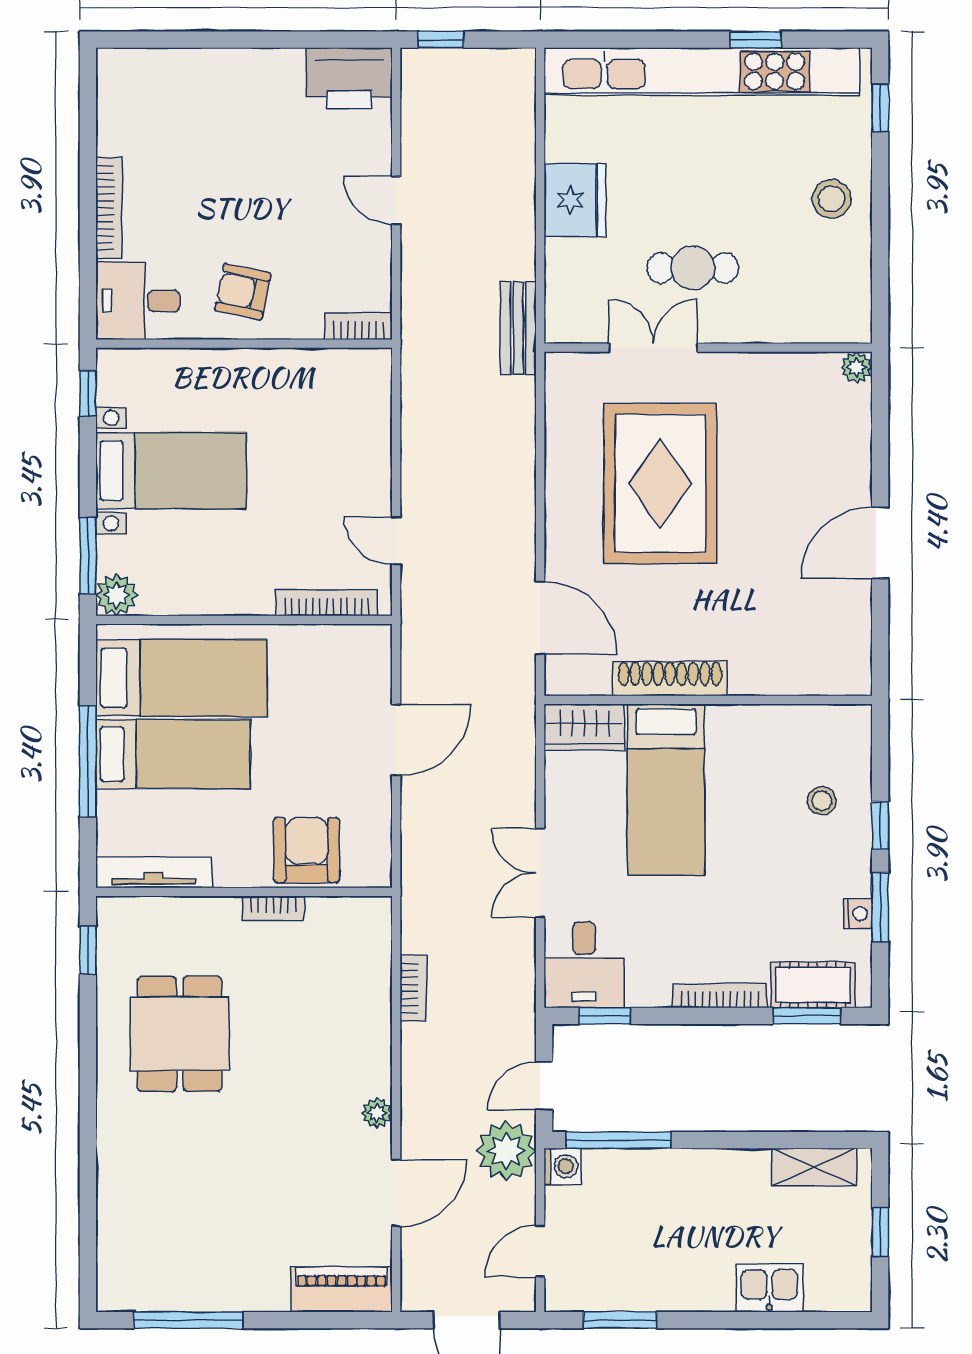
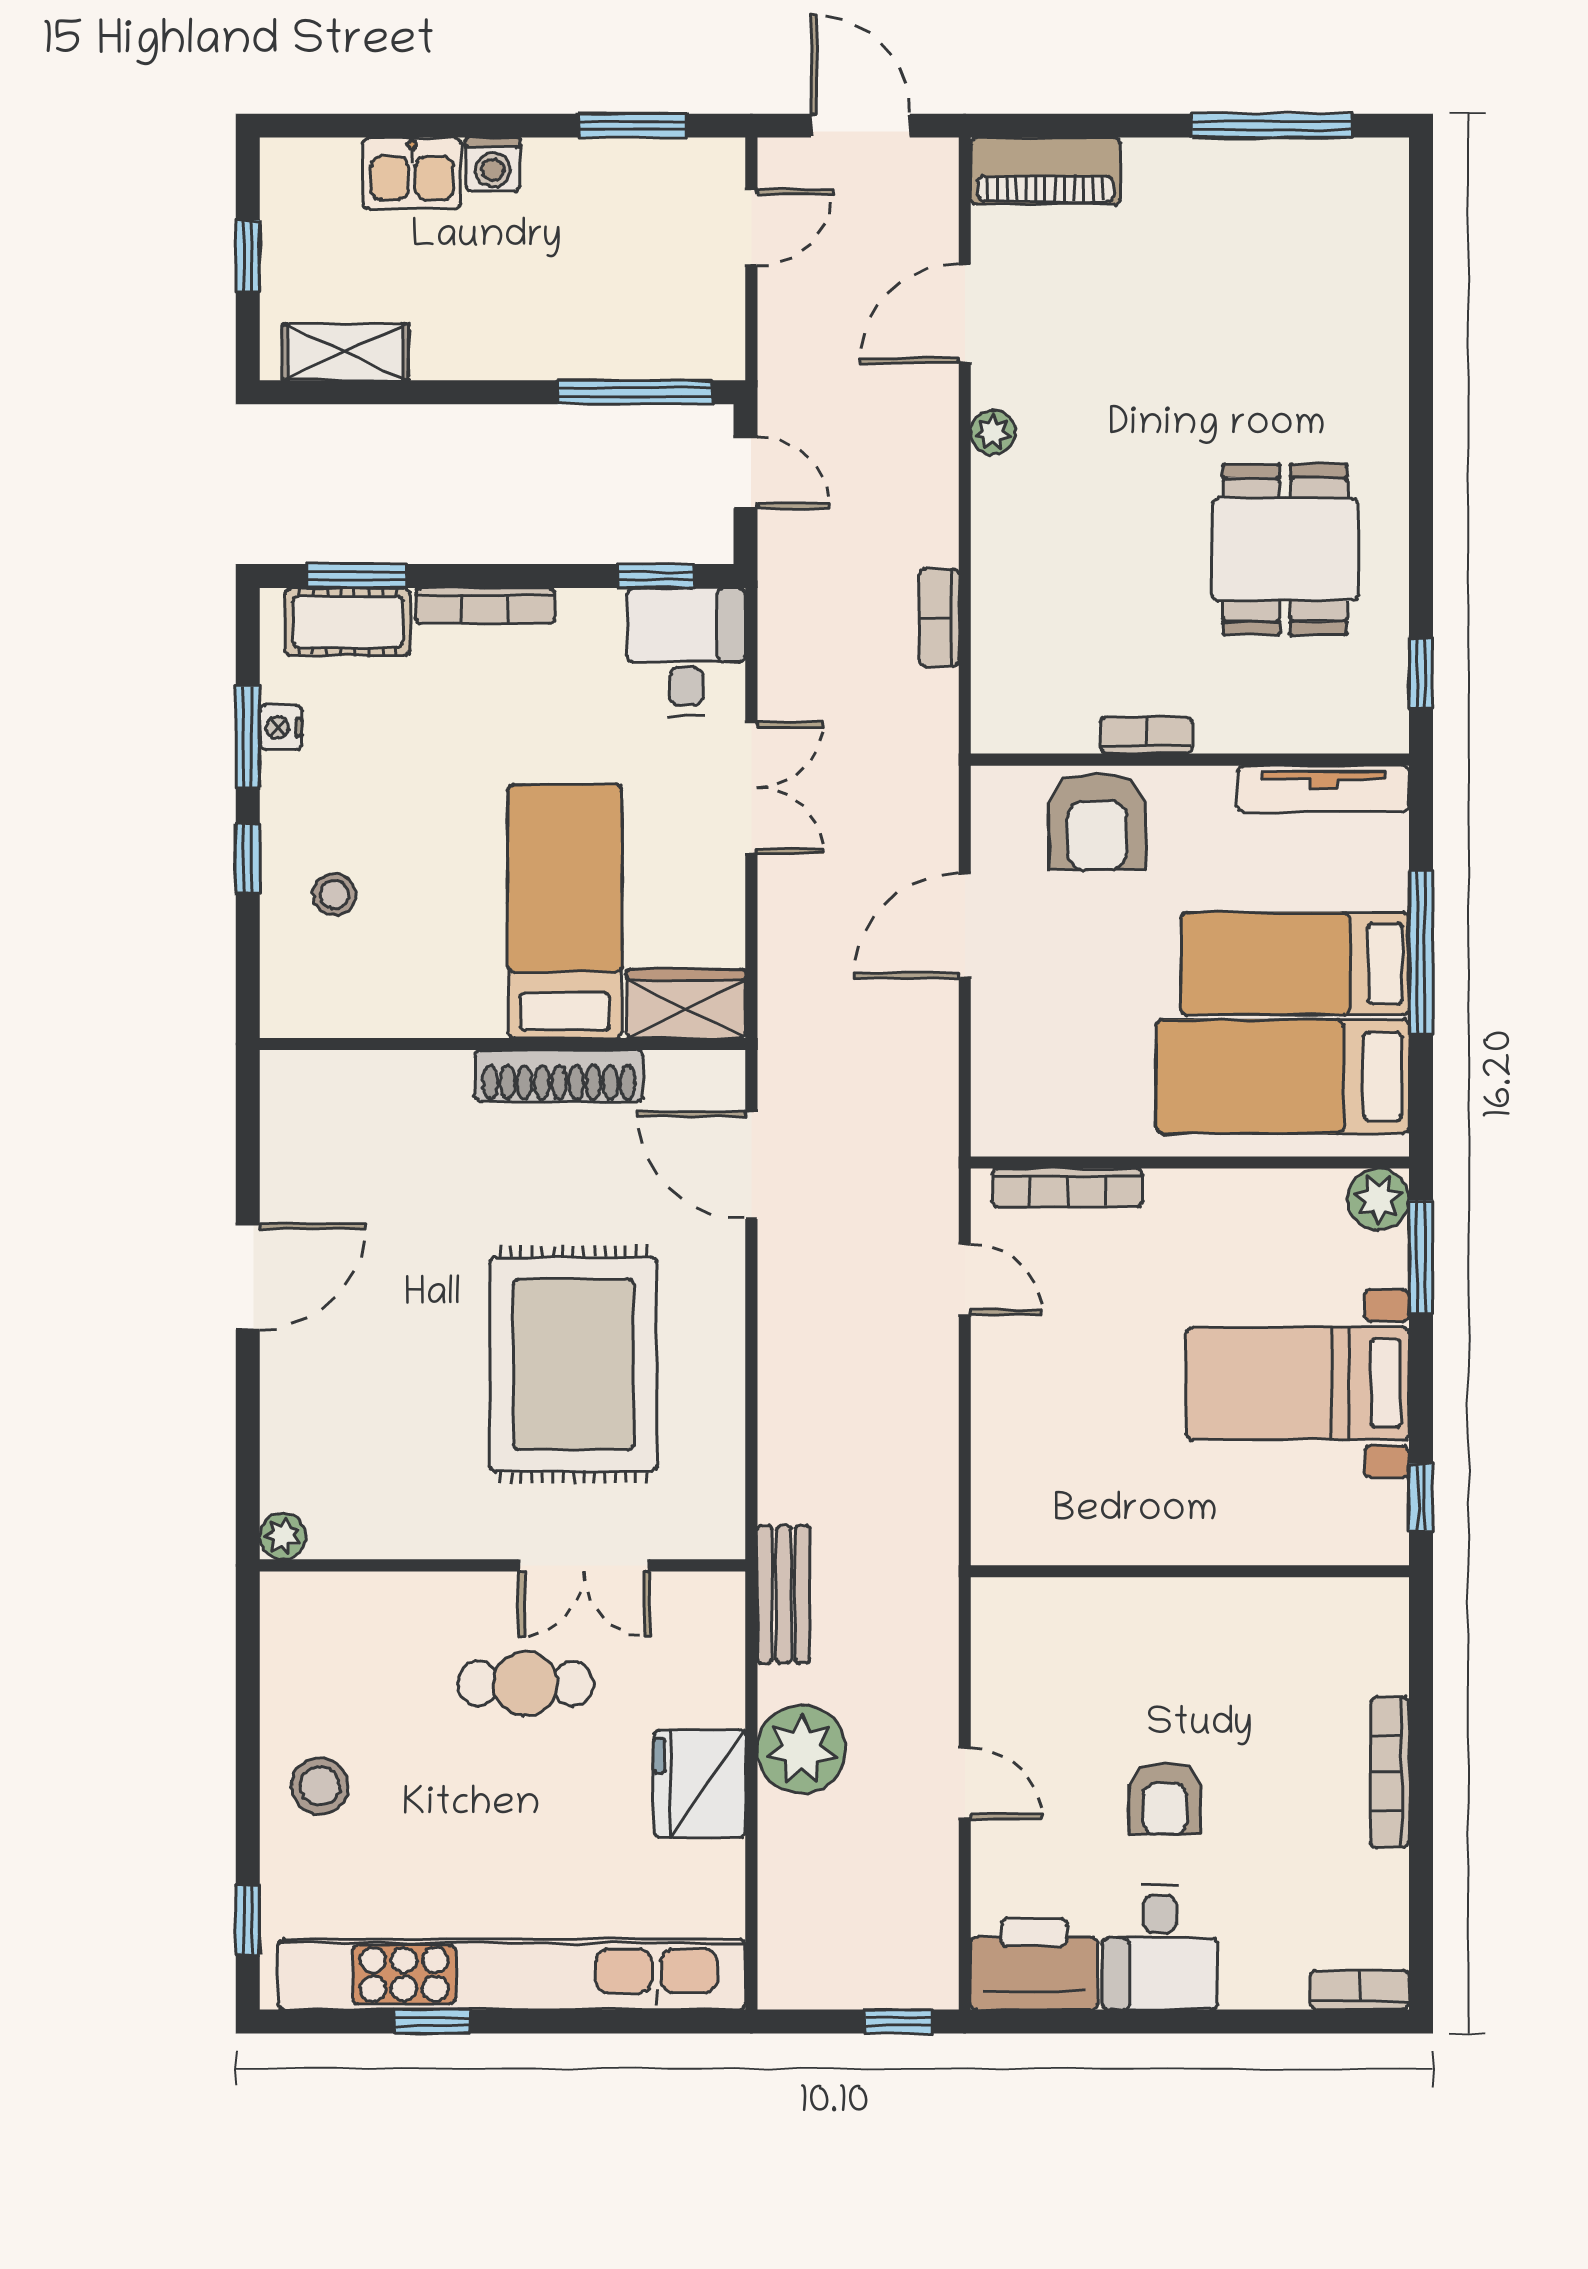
armchair: (243, 292) -> (1165, 1799), moved, turned 78
desk: (138, 301) -> (1160, 1948), moved, turned 90
bookcase: (359, 326) -> (1360, 1990), moved, turned 180
door: (396, 740) -> (965, 926), moved
door: (544, 1086) -> (745, 472), hinge flipped
plant: (506, 1151) -> (802, 1749), moved
washing machine: (562, 1166) -> (493, 164), moved, turned -90

